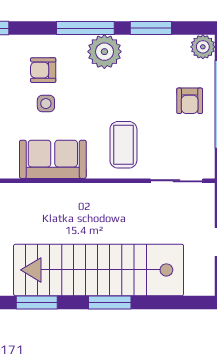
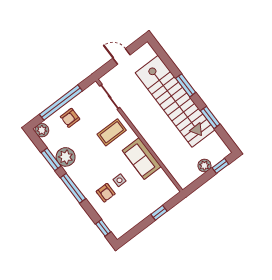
plant: (104, 52) -> (66, 157), moved
armchair: (190, 101) -> (70, 118), turned 180

